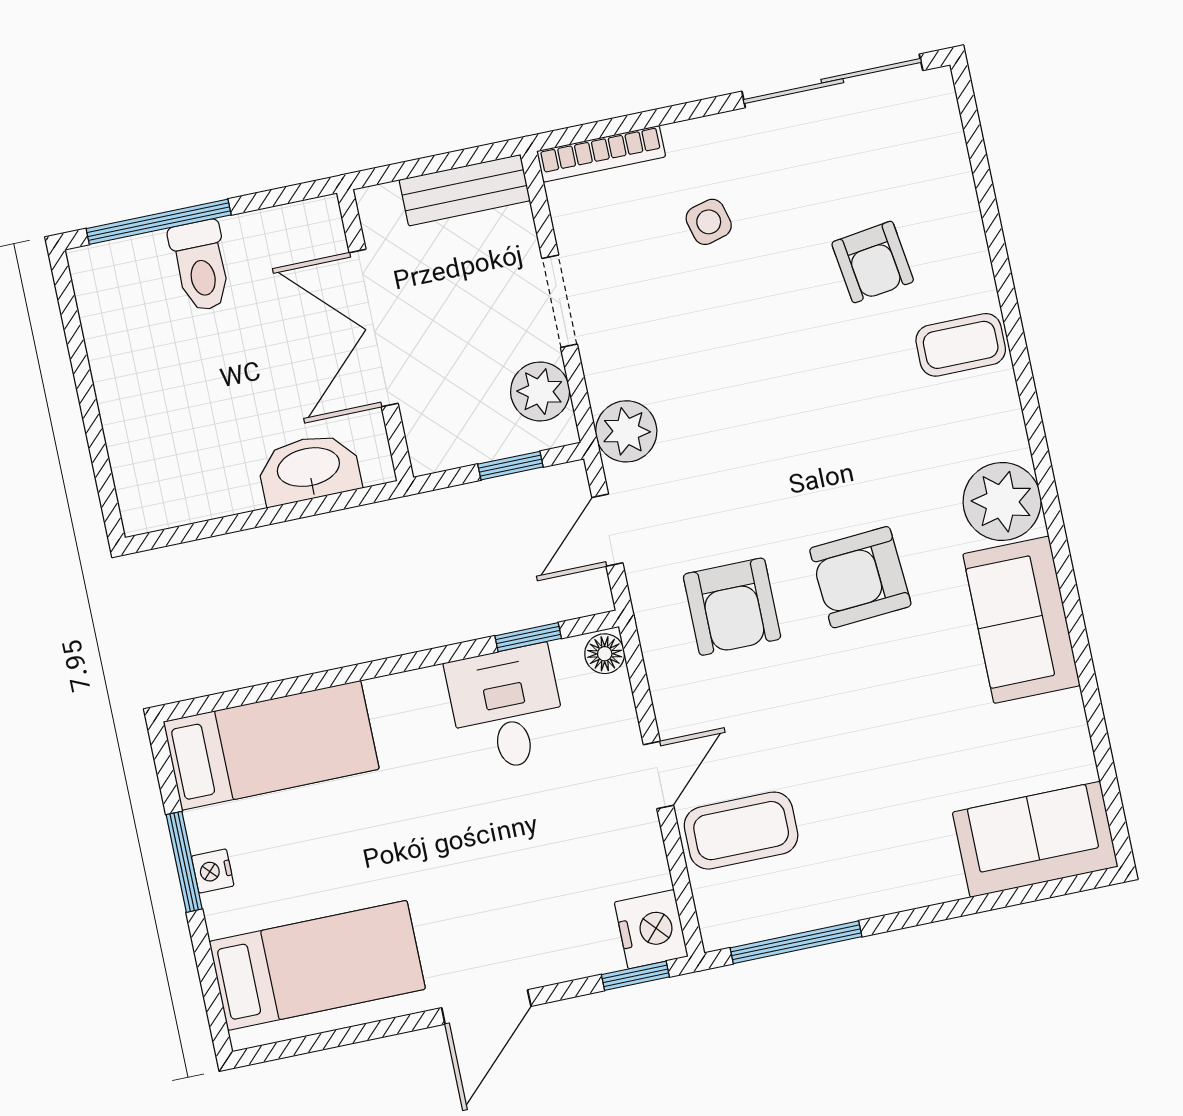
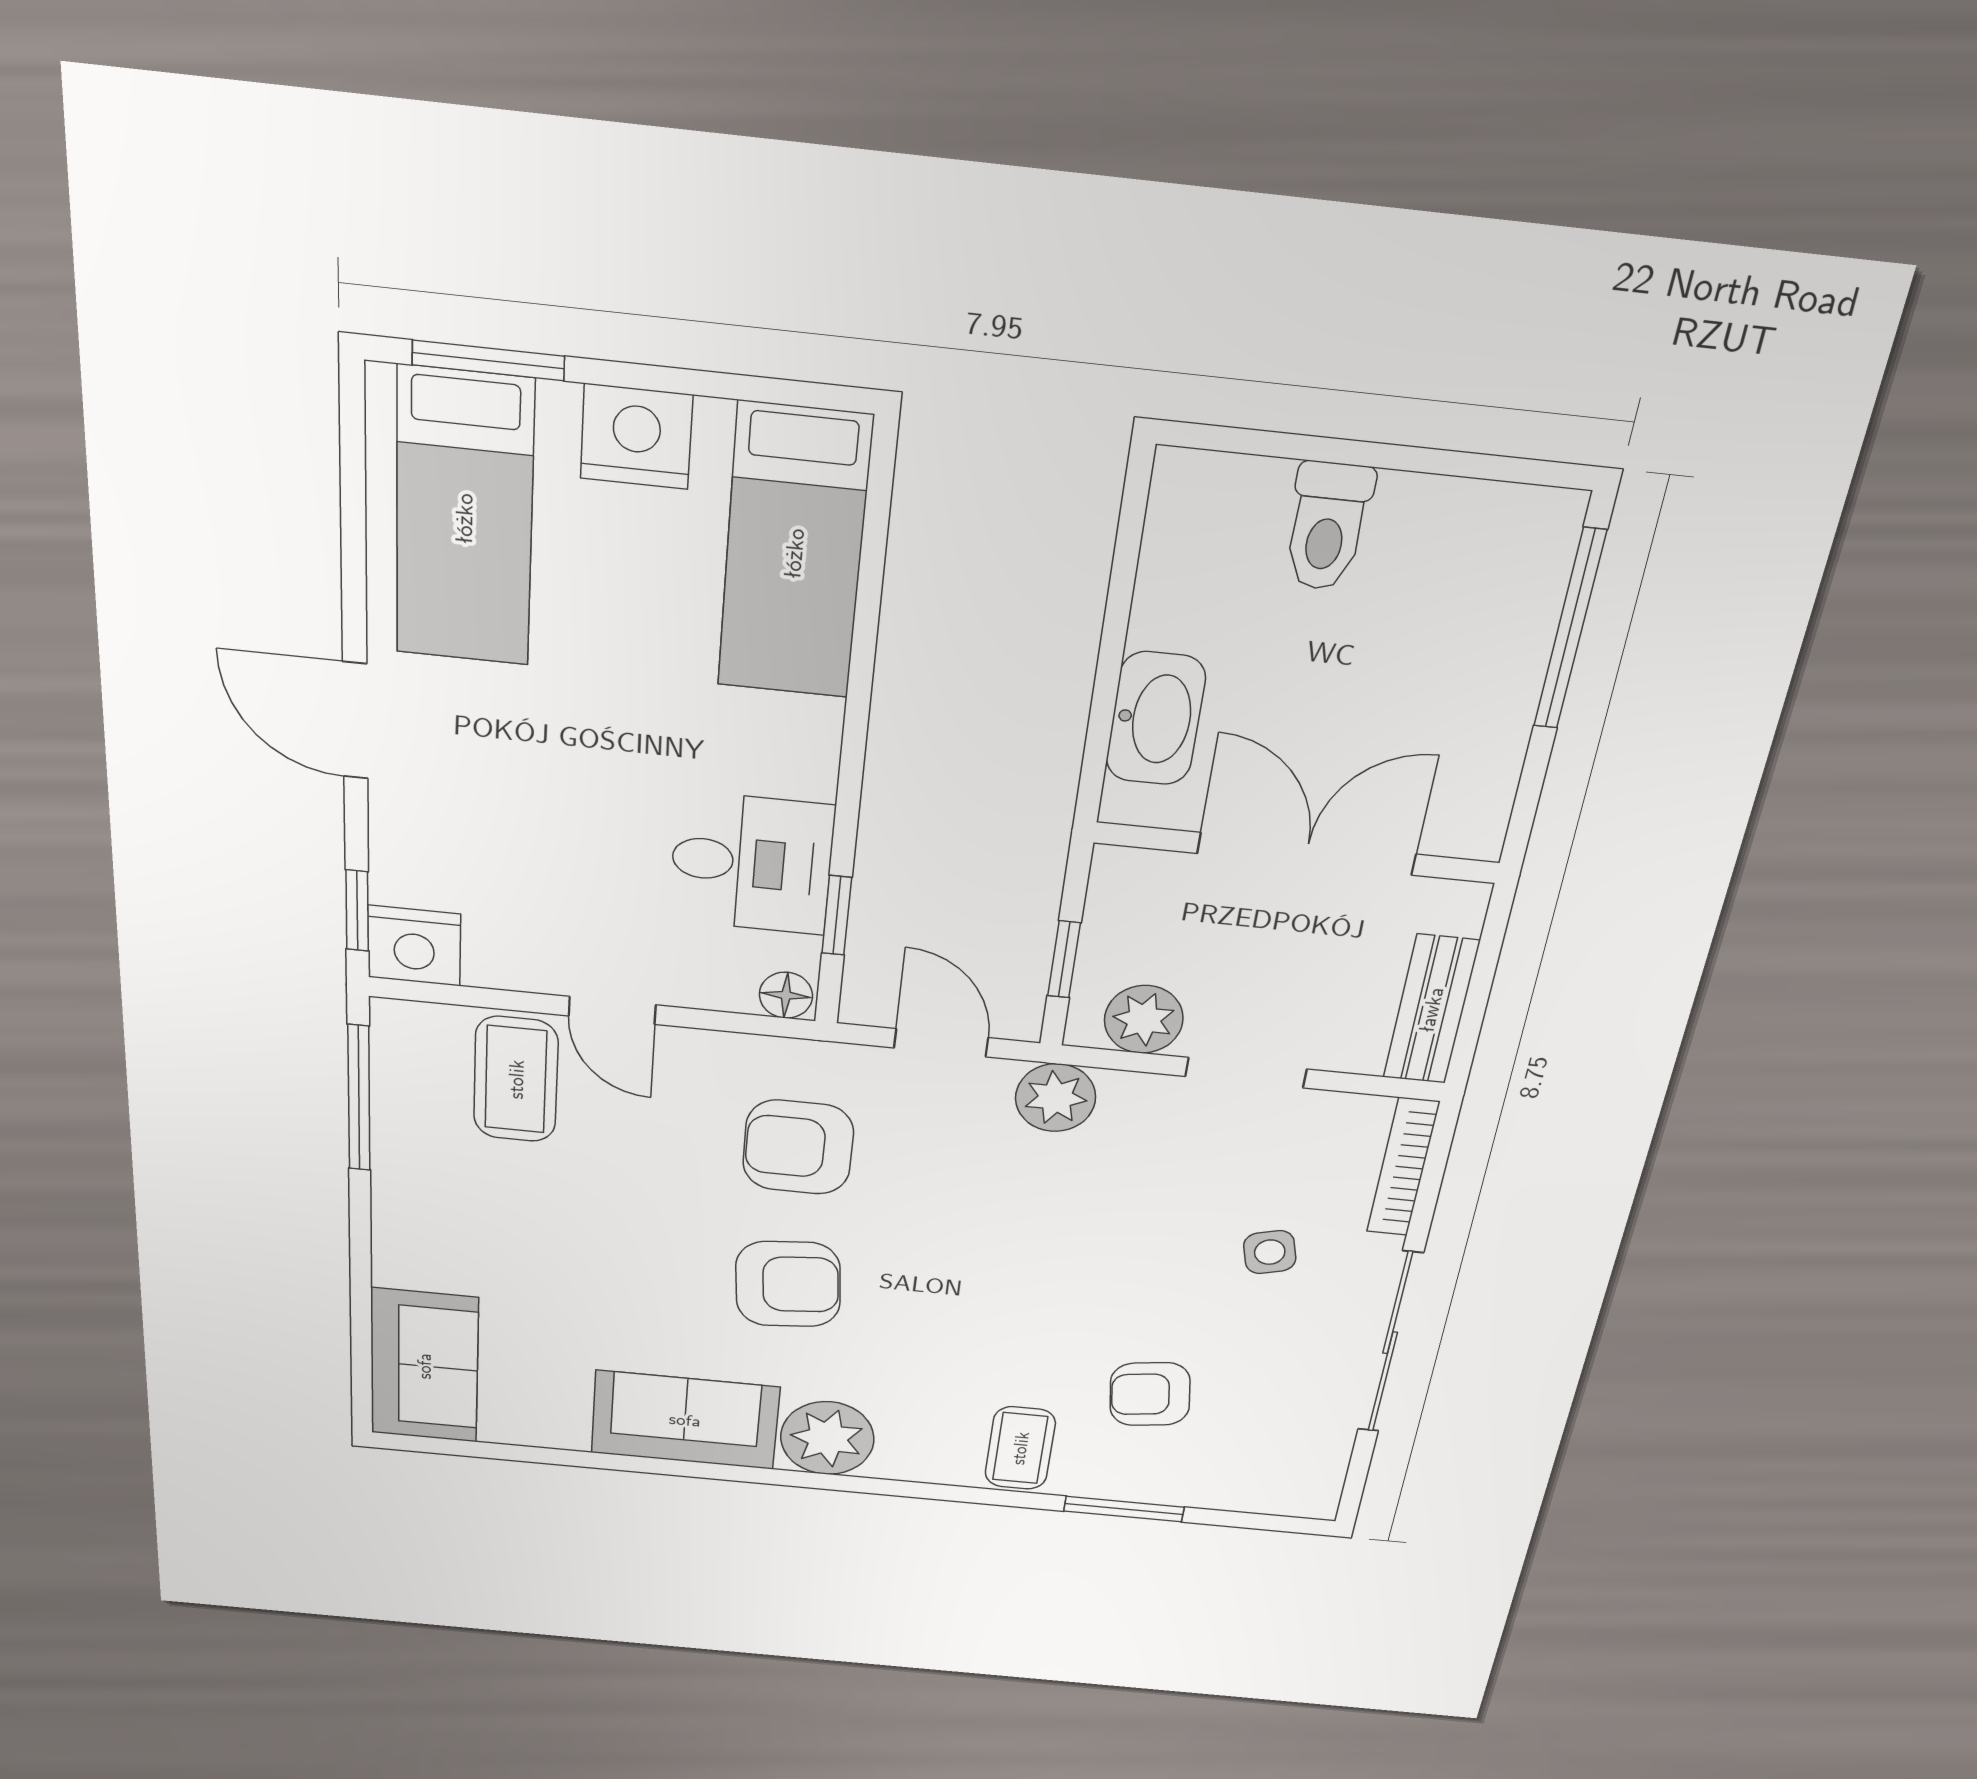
sliding door: (832, 81) -> (1390, 1343), moved
window: (995, 240) -> (1124, 1509), added
toilet: (201, 266) -> (1327, 526), moved, turned -90
armchair: (860, 577) -> (788, 1284), turned 89
window: (184, 862) -> (488, 360), moved
nightstand: (213, 871) -> (636, 437), width x1.89, depth x1.79

